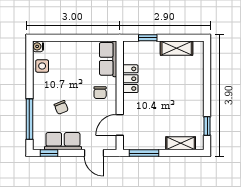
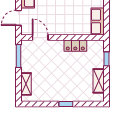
row of seats: (108, 59) -> (98, 21), moved, turned -90
chair: (100, 93) -> (65, 22), removed
window: (207, 126) -> (66, 104), moved

